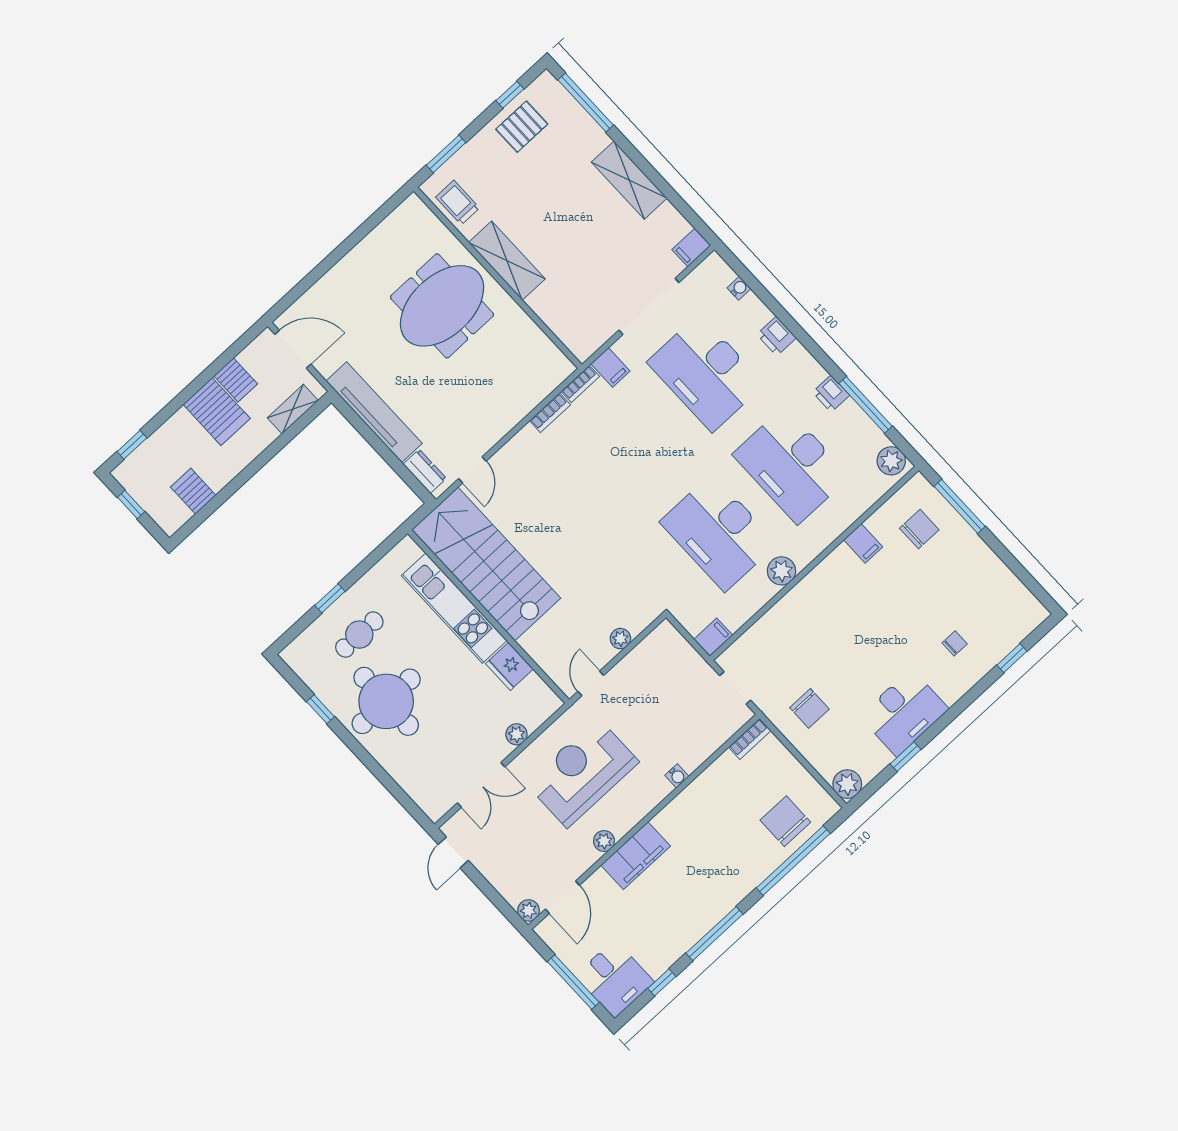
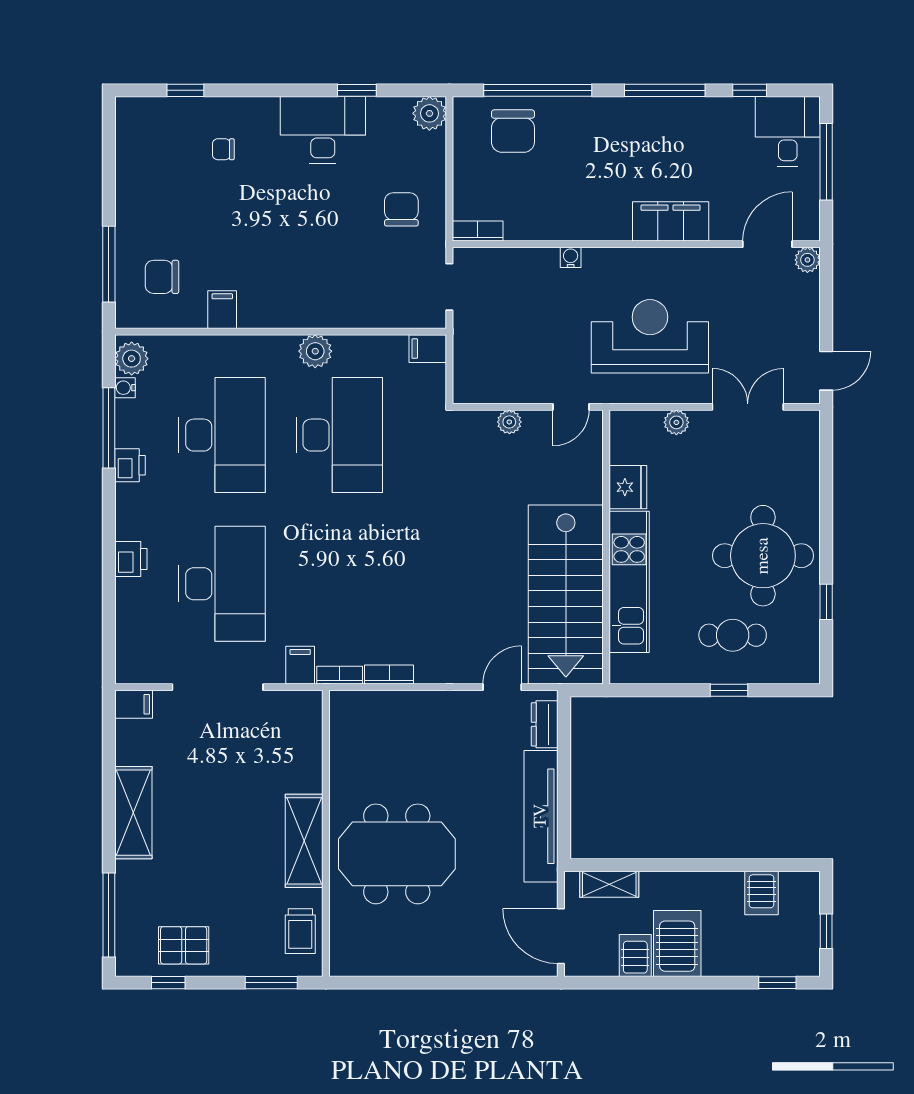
water cooler: (739, 288) -> (125, 388), moved
reception desk: (582, 773) -> (650, 336), turned 180
plant: (604, 841) -> (686, 259), removed

